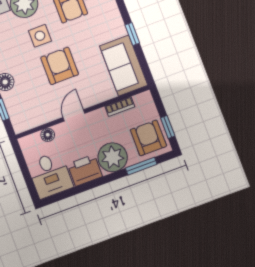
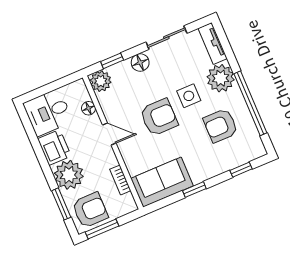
plant: (22, 122) -> (101, 81), added
window: (168, 127) -> (102, 229), width x1.50

